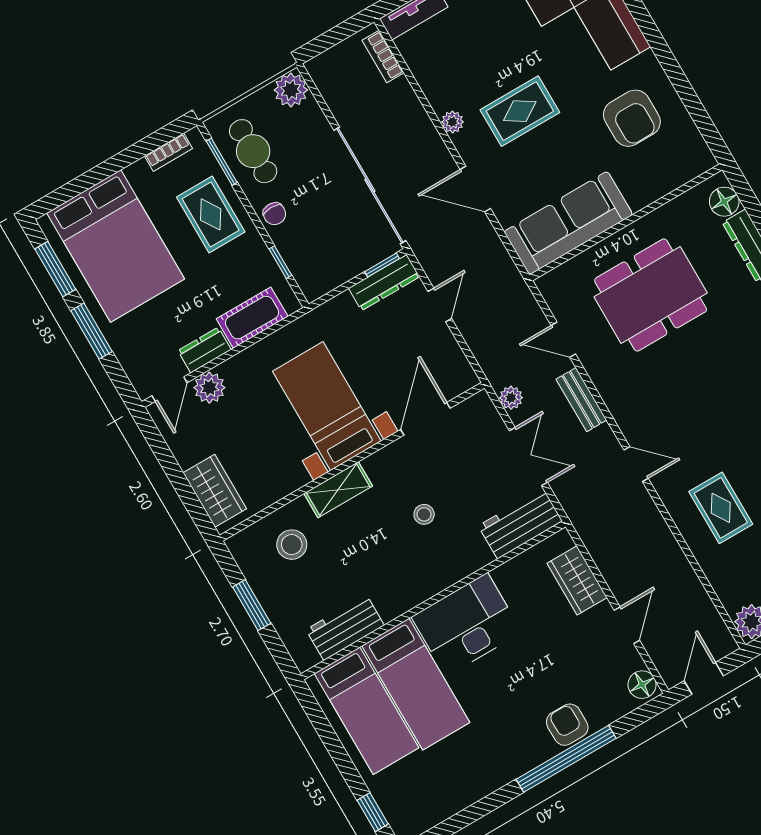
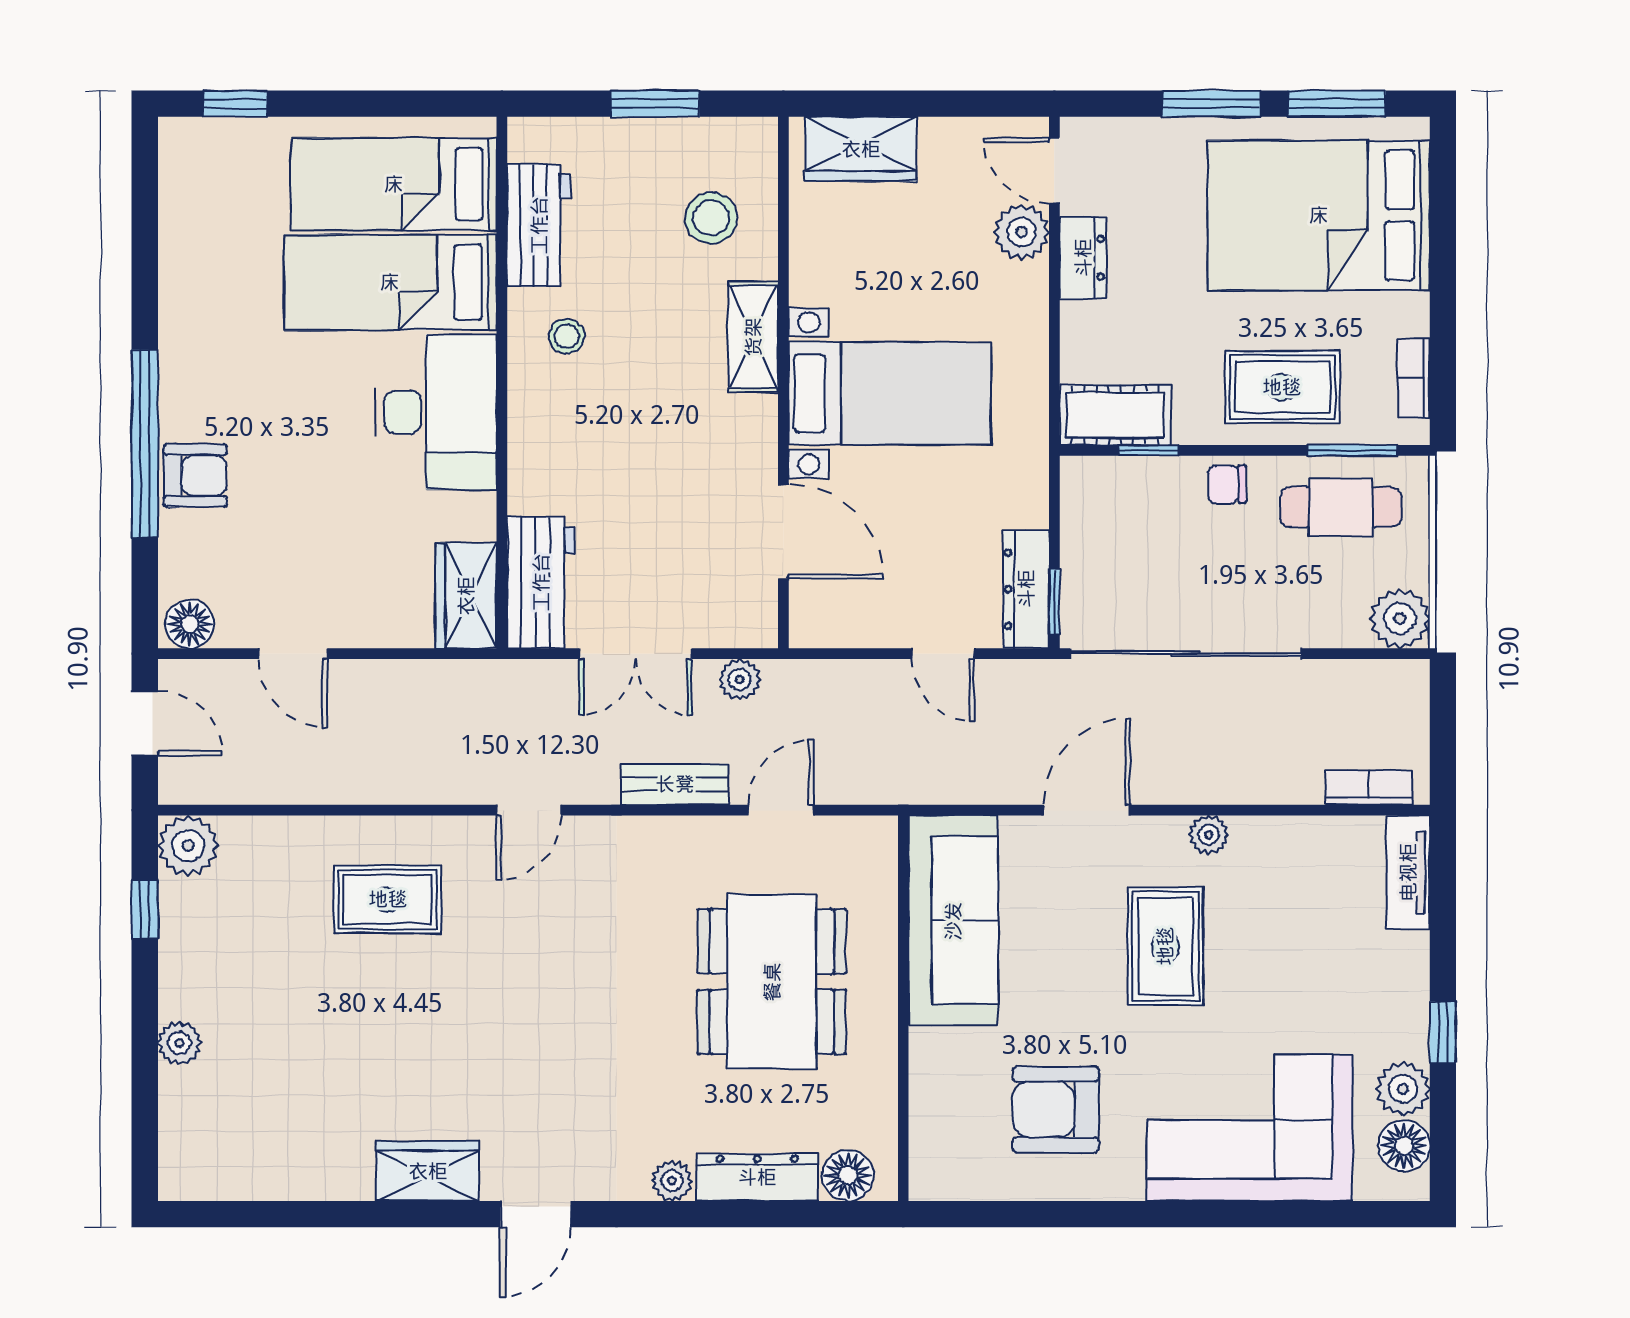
cot: (252, 318) -> (1115, 415), moved, turned 90
stool: (424, 514) -> (567, 336), moved
wardrobe: (577, 580) -> (466, 596), moved, turned -90

